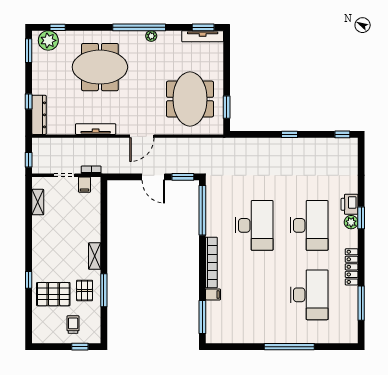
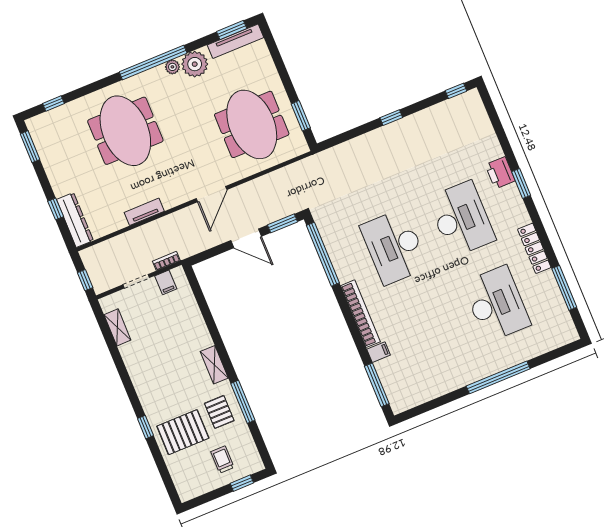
plant: (48, 40) -> (195, 64), moved
meeting table: (100, 67) -> (125, 131), turned 90
tv unit: (96, 129) -> (144, 212), width x0.71
plant: (351, 222) -> (511, 194), removed
desk: (254, 225) -> (394, 247), turned 180

